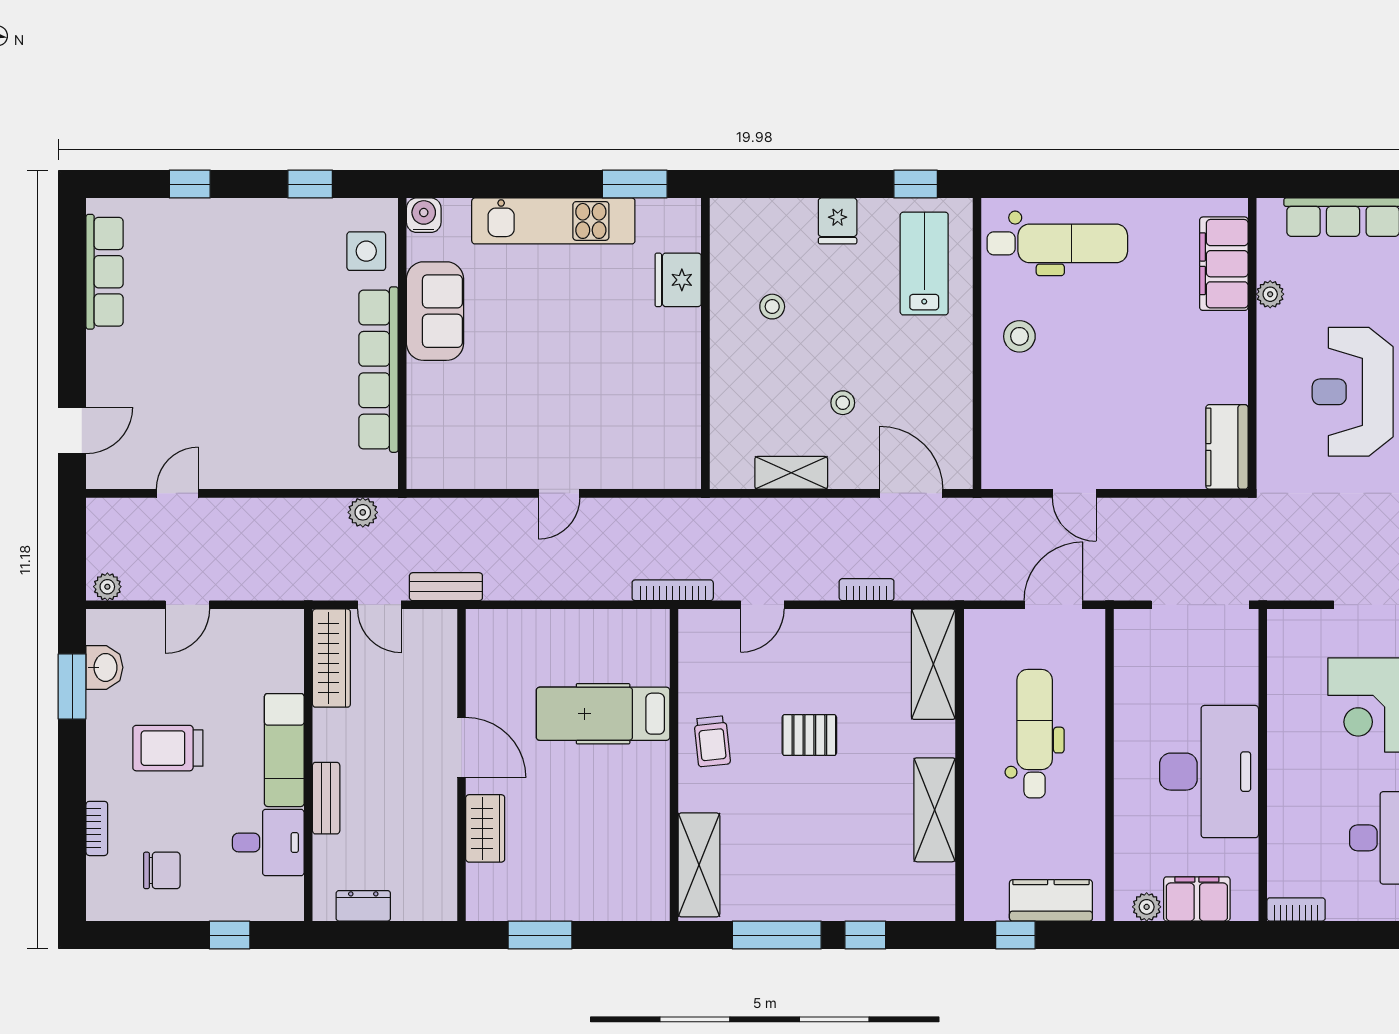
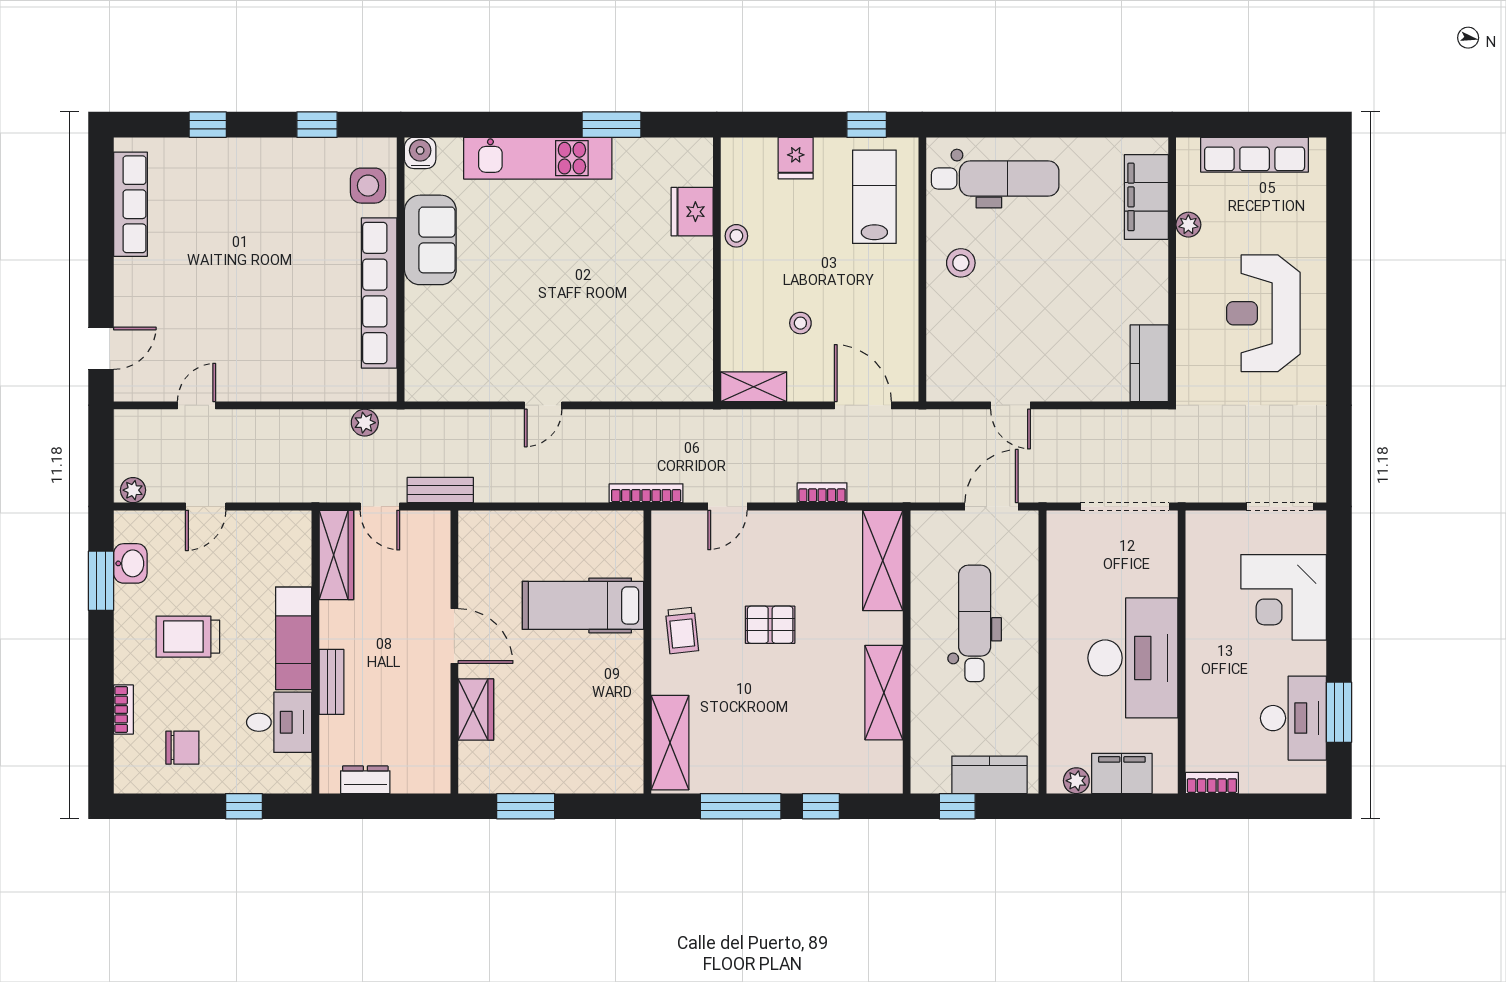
fridge: (678, 280) -> (692, 212), moved
wall: (705, 344) -> (717, 269), moved

